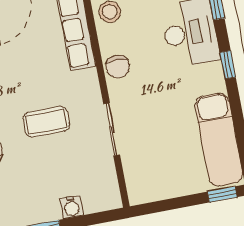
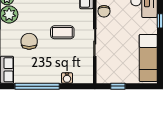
window: (222, 194) -> (118, 86), moved

